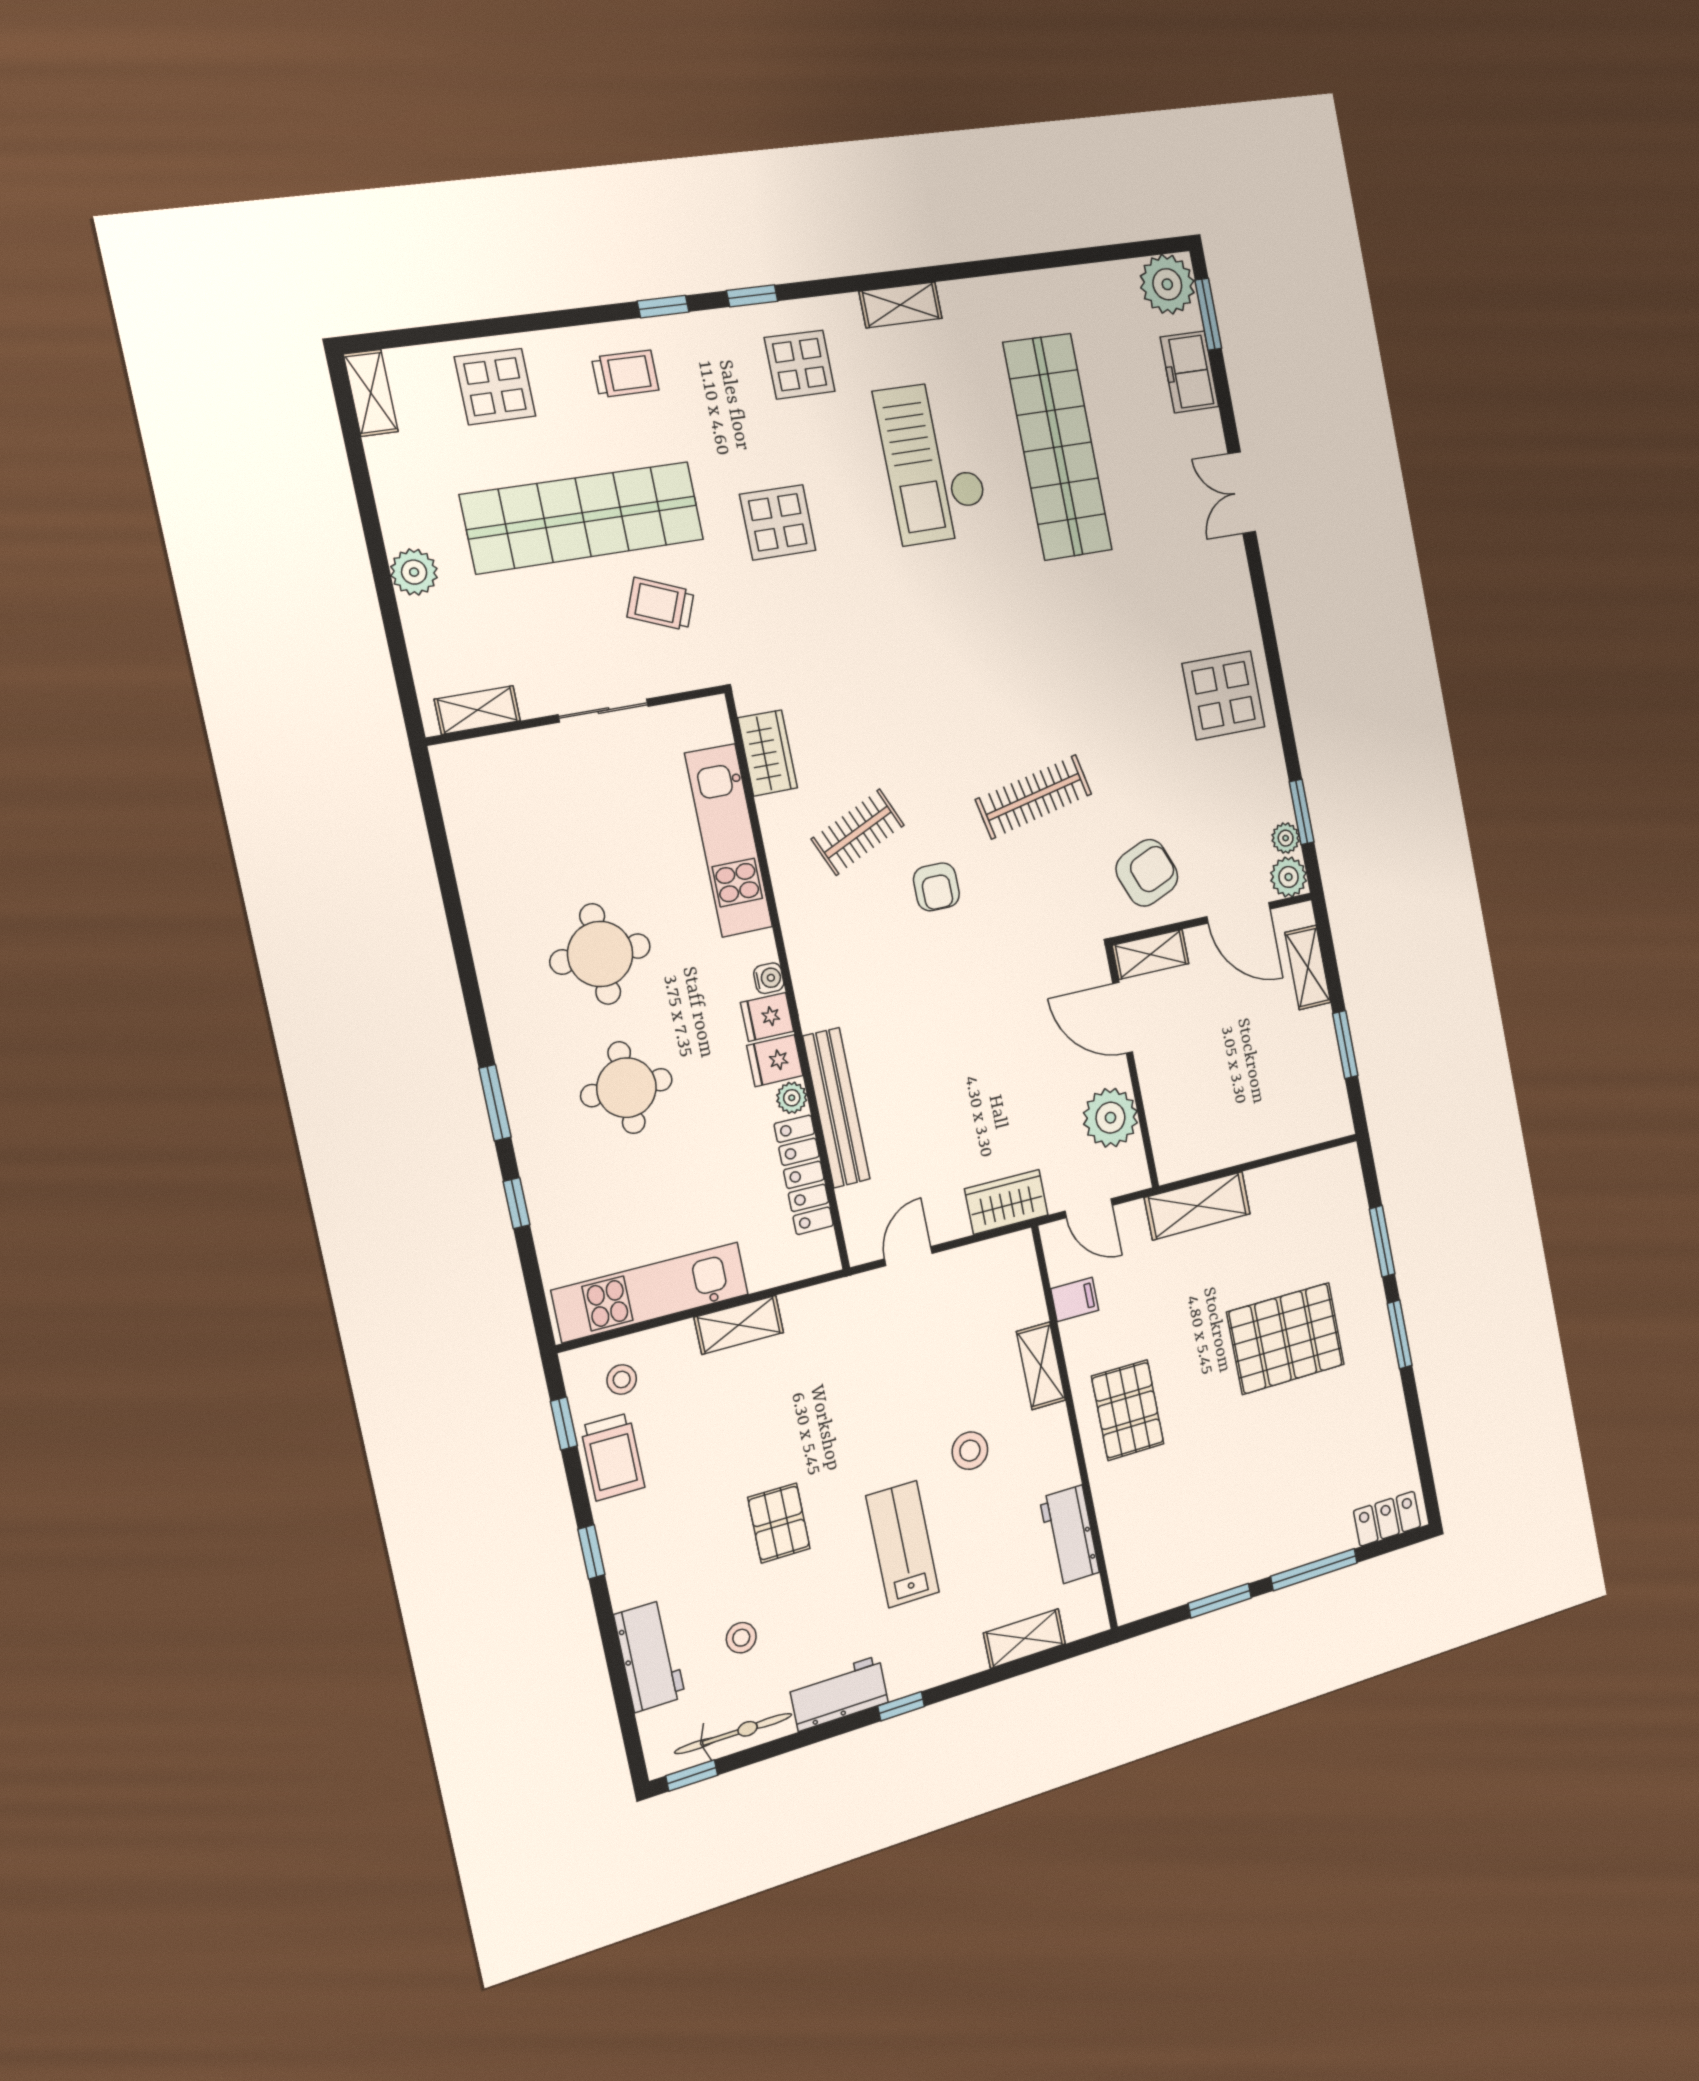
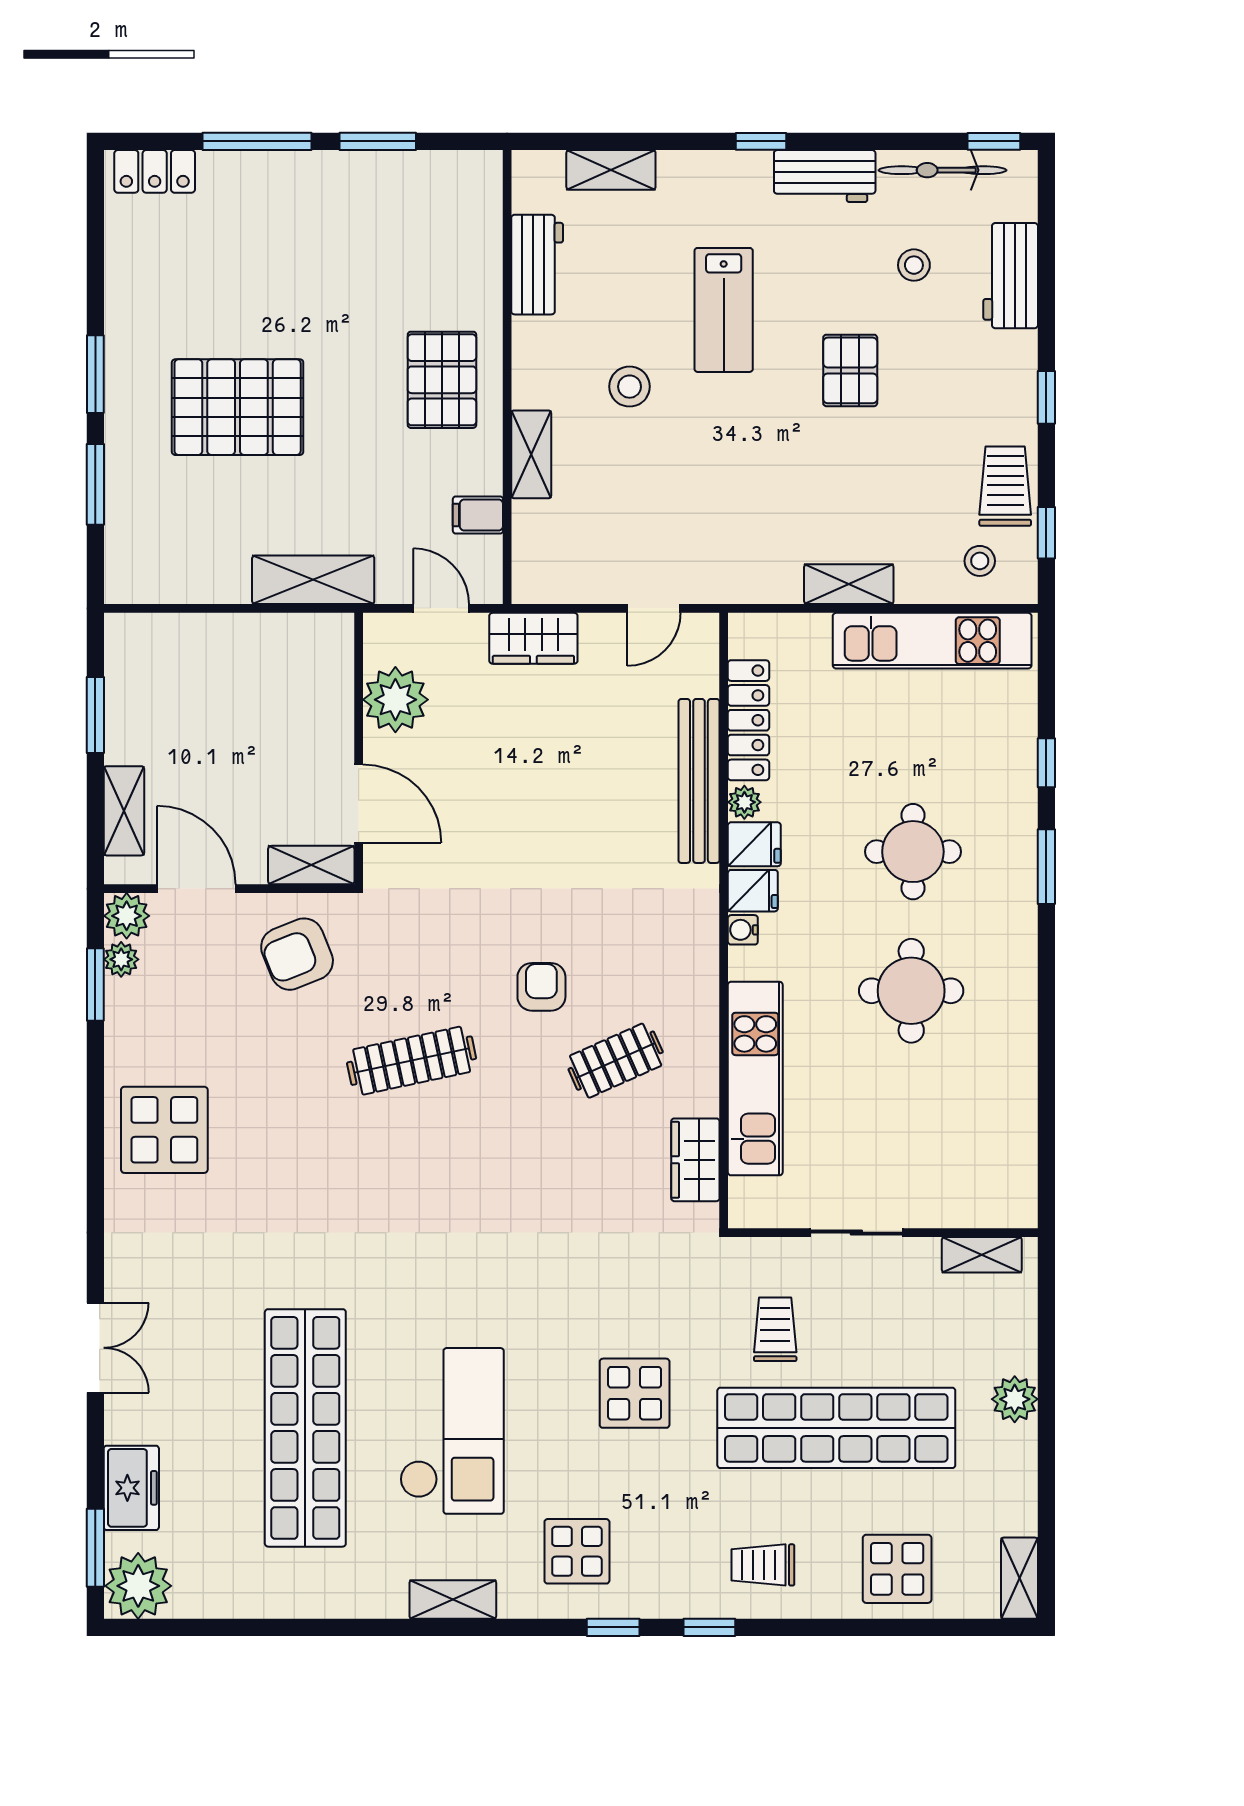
trolley: (661, 604) -> (775, 1329), turned -112

